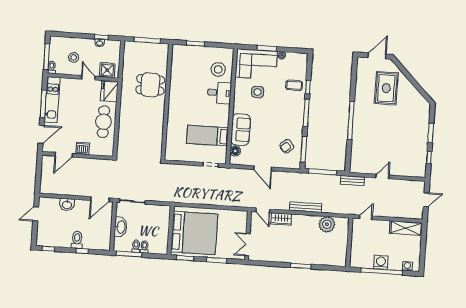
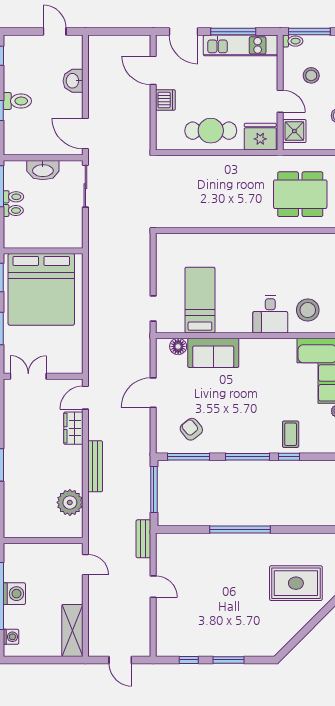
door: (88, 78) -> (280, 101), hinge flipped
dining table: (150, 85) -> (300, 194), moved, width x1.38
side table: (258, 92) -> (276, 376), removed

